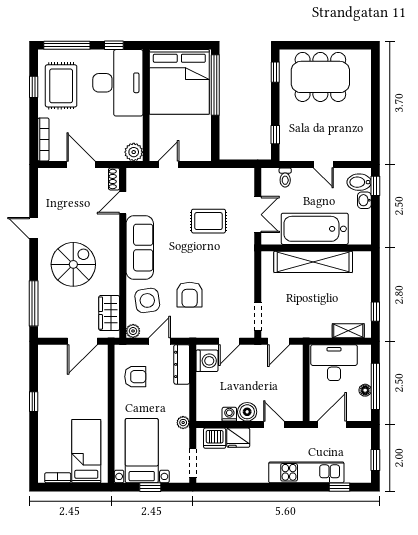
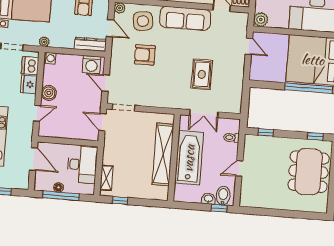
washing machine: (229, 414) -> (50, 58), moved

